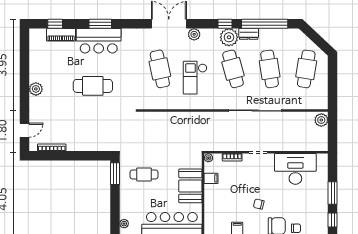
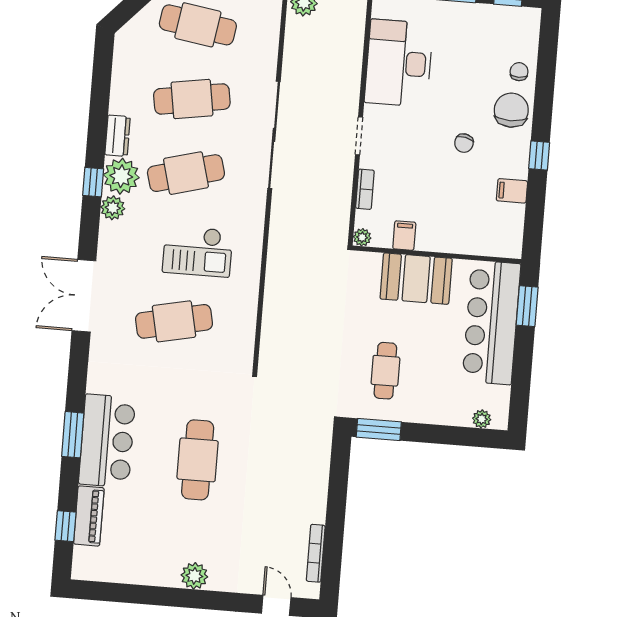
window: (265, 24) -> (100, 102), removed
plant: (194, 34) -> (113, 208), moved

